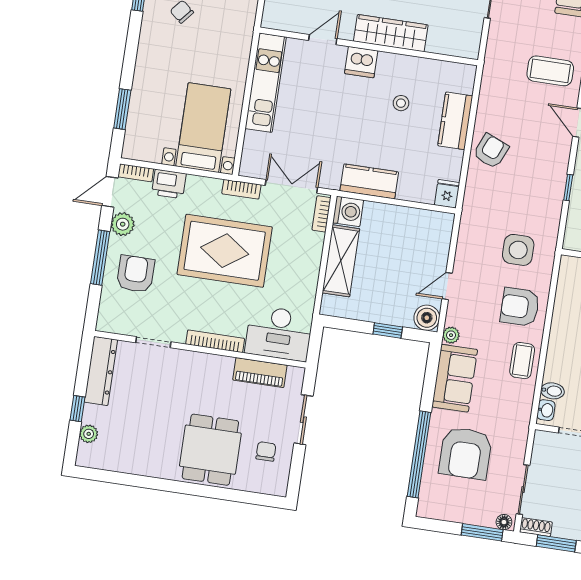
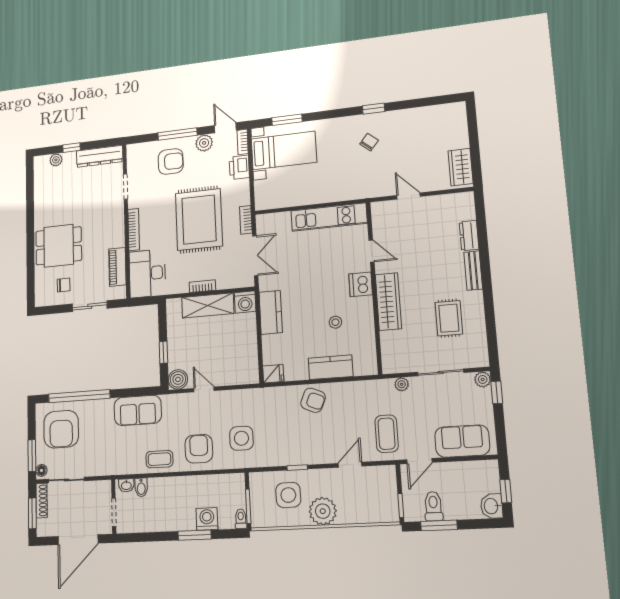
bed with nightstands: (203, 128) -> (284, 150), moved
bookcase: (321, 214) -> (202, 286), moved
plant: (451, 335) -> (402, 384), moved
armchair: (465, 453) -> (61, 429), moved, turned -90
shoe rack: (536, 527) -> (42, 501), width x1.43

